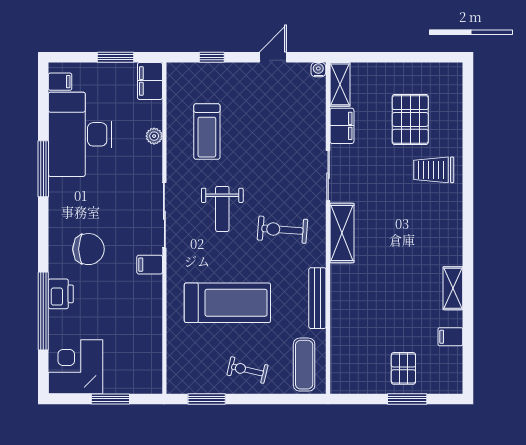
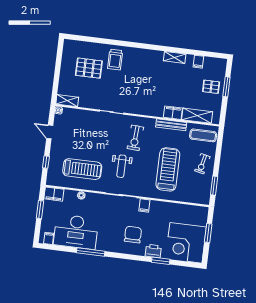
filing cabinet: (342, 126) -> (173, 113), moved
treadmill: (207, 131) -> (82, 169), width x1.37, depth x1.38
weight bench: (222, 209) -> (121, 166), turned 90
shelving: (342, 233) -> (197, 116), moved
window: (43, 311) -> (161, 261), width x0.47
corner desk: (75, 367) -> (186, 243), width x1.36, depth x1.36

